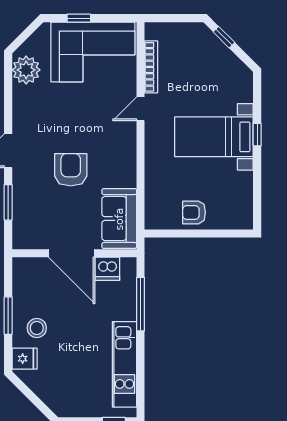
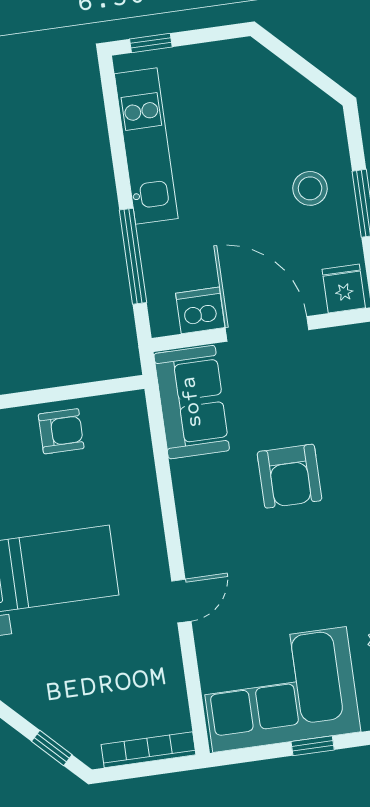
bookcase: (151, 67) -> (149, 750), moved, turned 90
fridge: (25, 359) -> (344, 289), moved, turned 90

